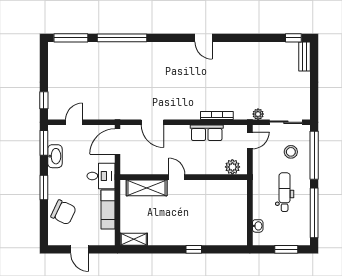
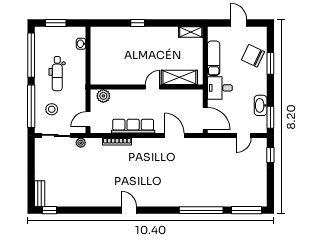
row of seats: (207, 133) -> (133, 126), width x1.48
door: (117, 141) -> (205, 118), hinge flipped
door: (177, 177) -> (153, 87), swing flipped
window: (44, 187) -> (270, 63), moved

